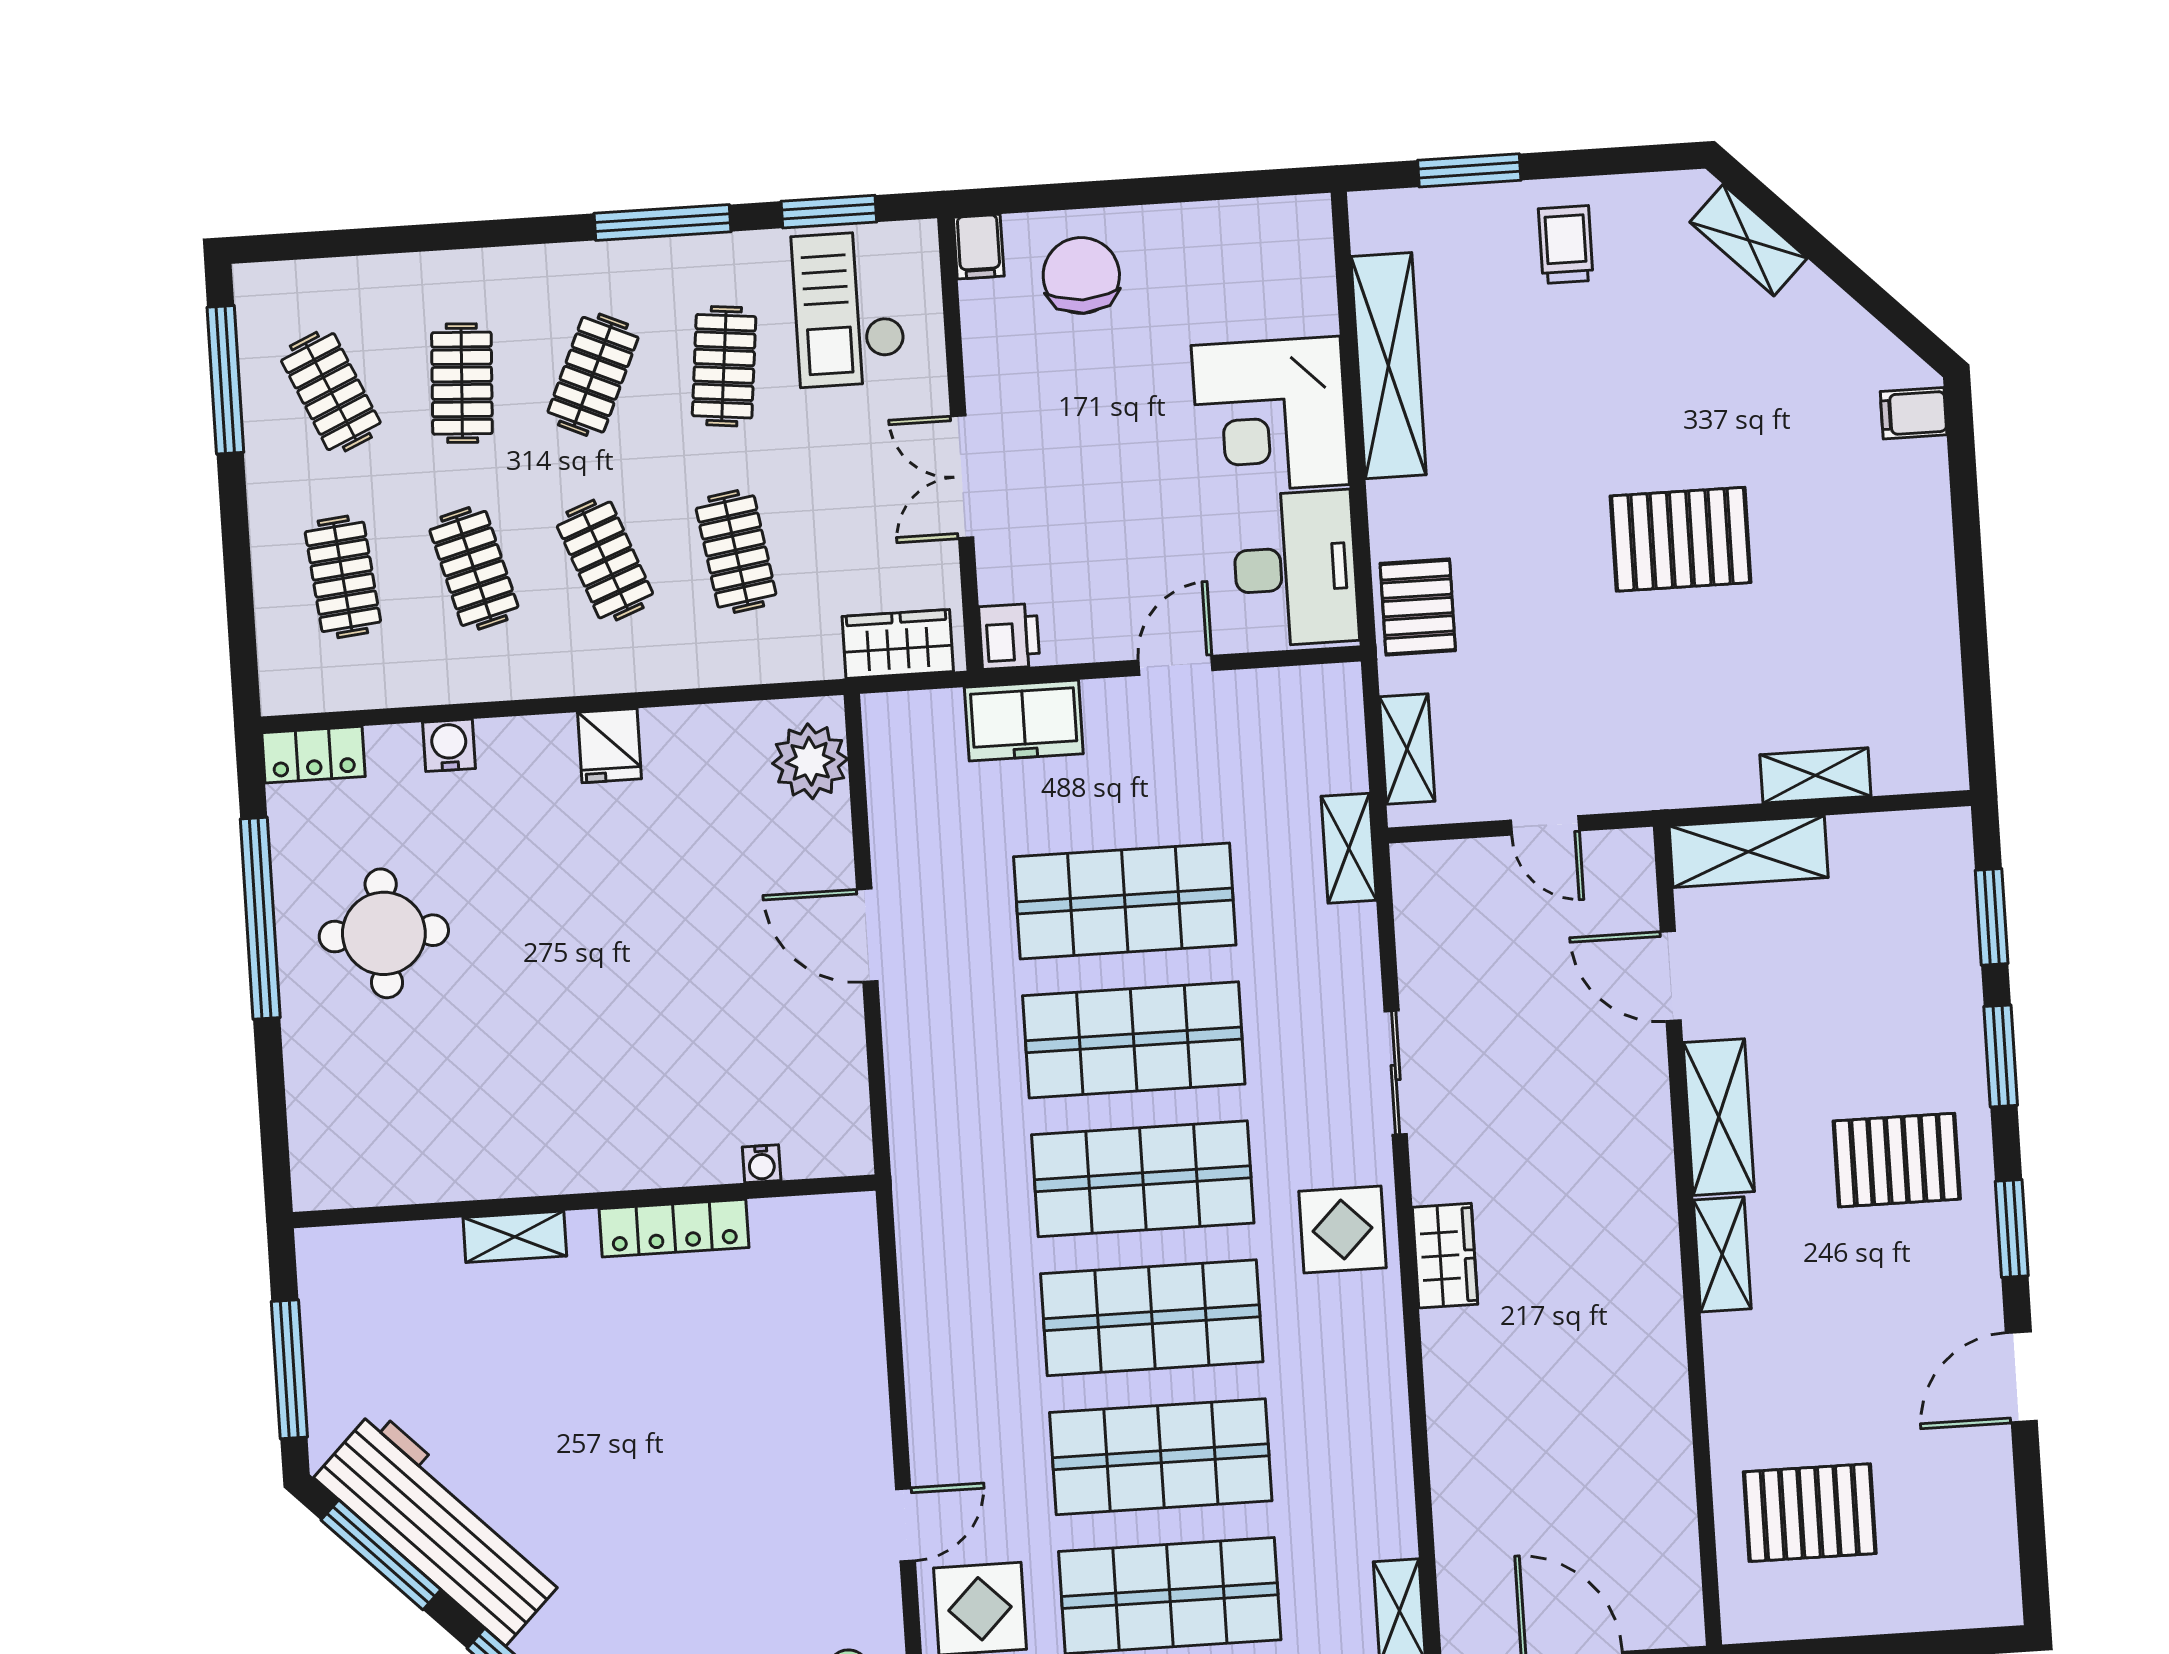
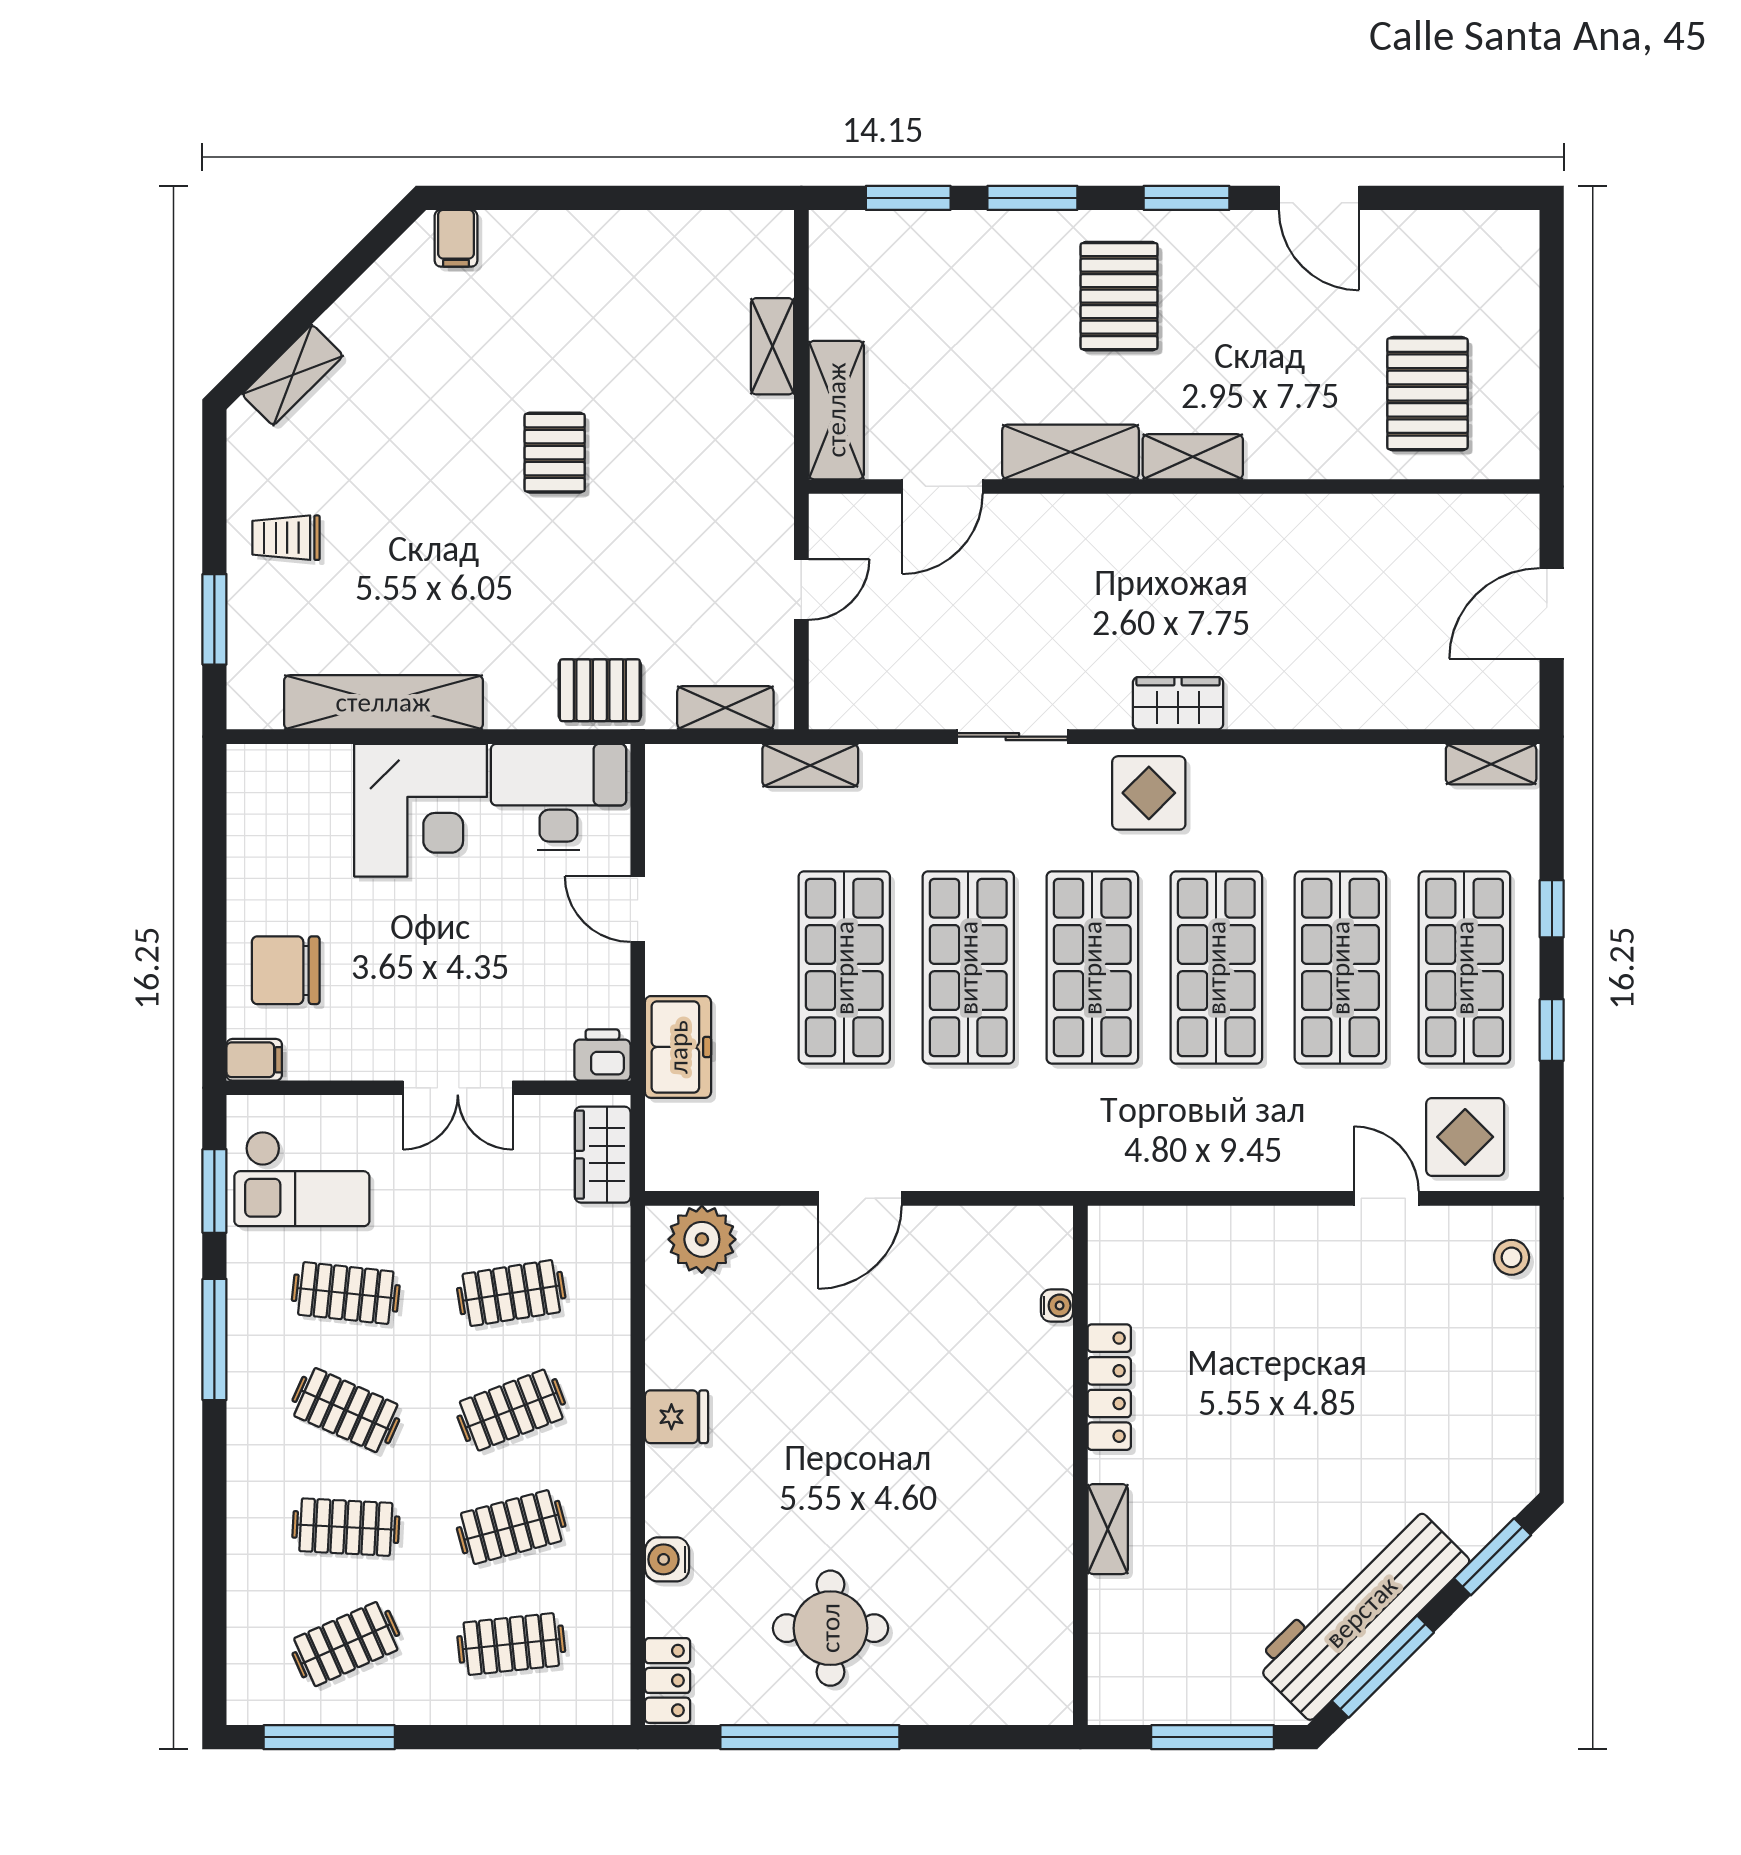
pallet: (1681, 539) -> (555, 453), width x0.67, depth x0.71

